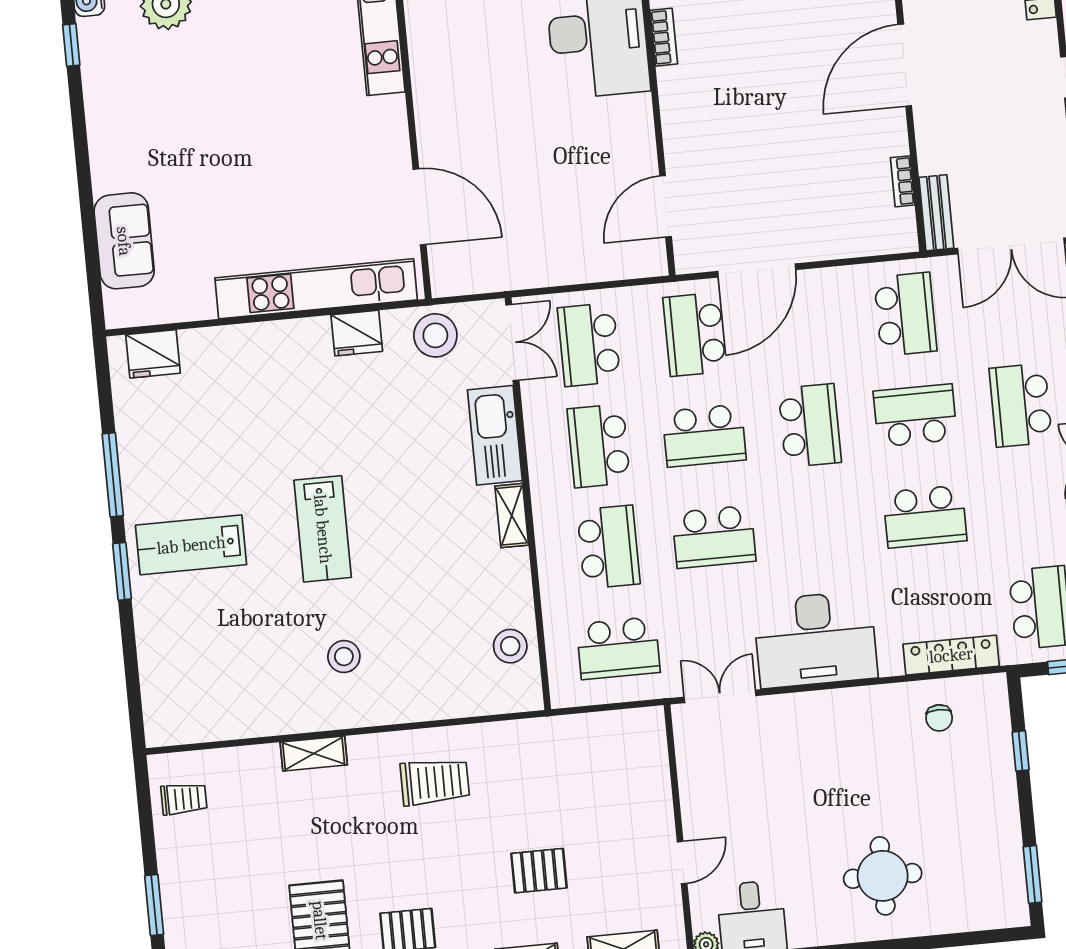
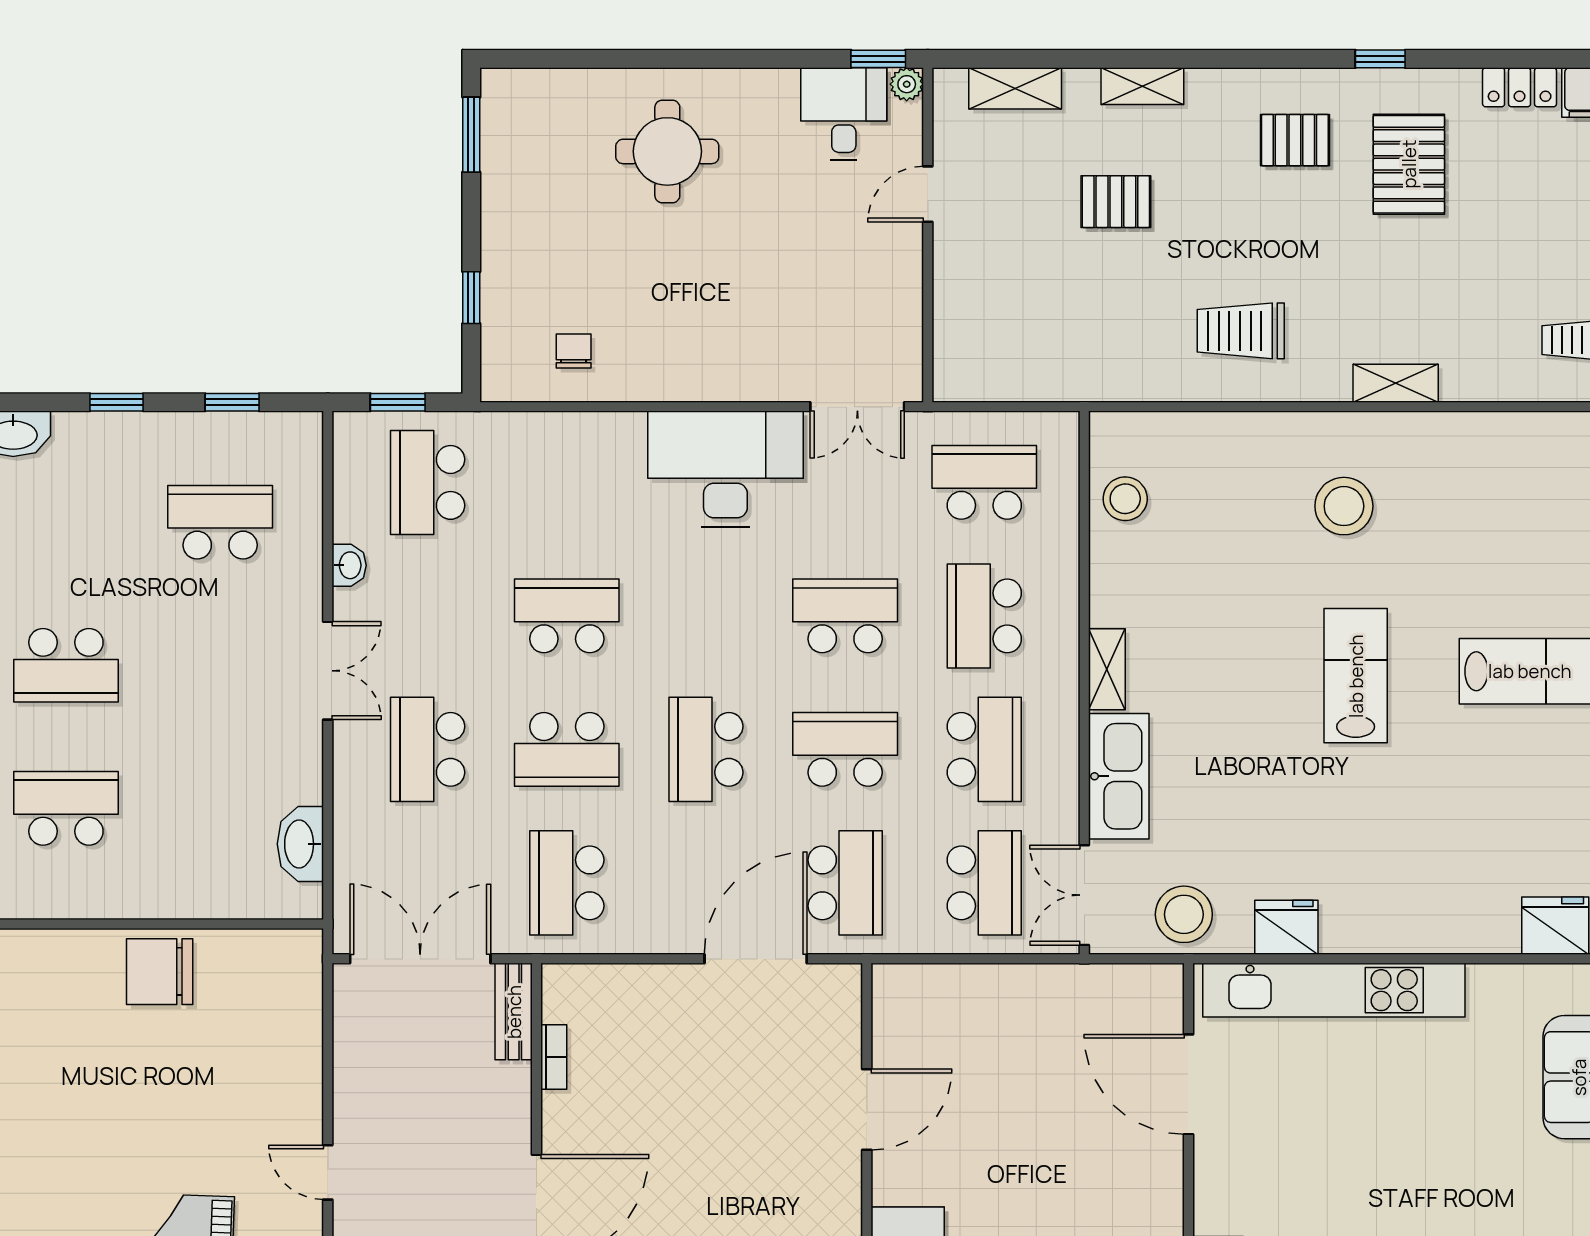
door: (666, 206) -> (867, 1109), moved
school desk: (1021, 405) -> (428, 749), turned 180
locker: (951, 655) -> (550, 431), removed
stool: (344, 657) -> (1344, 506), width x1.38, depth x1.38

